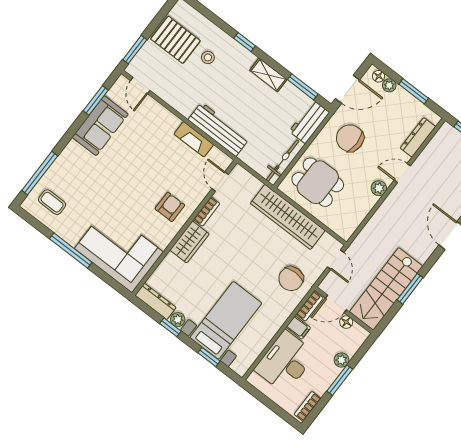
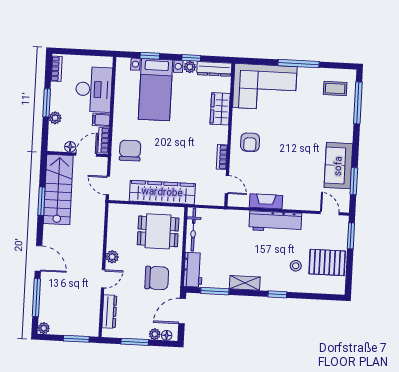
workbench: (219, 129) -> (275, 222), moved
wardrobe: (190, 242) -> (220, 109), moved

